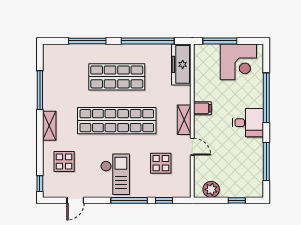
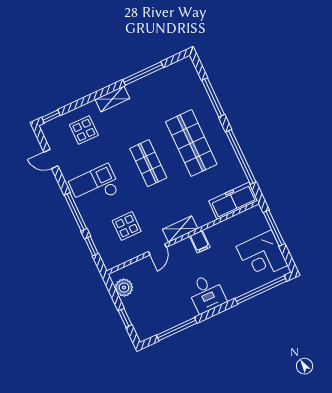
window: (266, 98) -> (261, 290), moved
shop shelf: (117, 121) -> (148, 163), width x0.50, depth x0.74
checkout: (115, 174) -> (95, 186), turned 180

